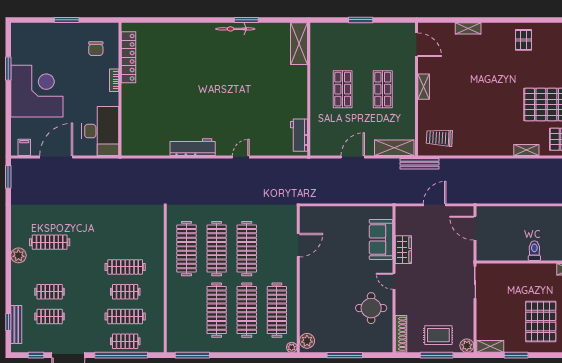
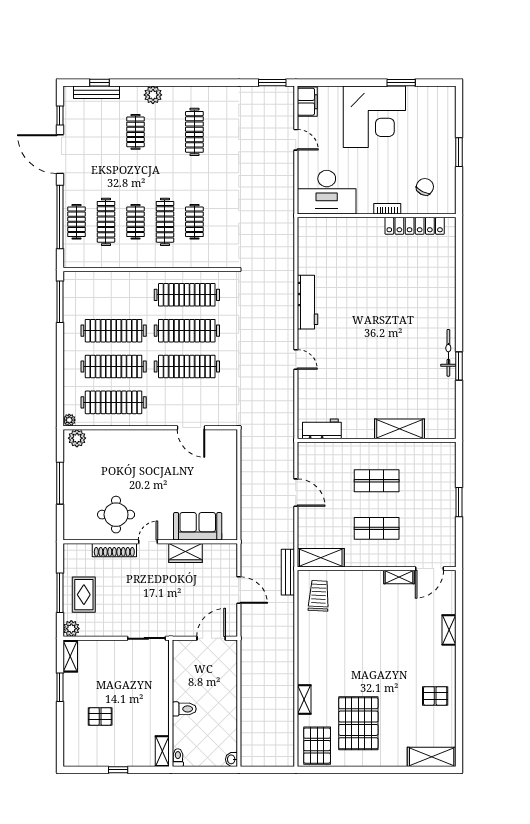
shelving: (299, 44) -> (400, 429), moved
chair: (96, 49) -> (425, 187), turned 116
shelving: (424, 87) -> (399, 577), moved
filing cabinet: (24, 147) -> (307, 102), width x2.00
shelving: (394, 148) -> (321, 558), moved, turned 90
door: (56, 157) -> (296, 140), width x0.53
plant: (18, 255) -> (153, 95), moved
clothes rail: (50, 316) -> (194, 222), moved
pallet: (541, 321) -> (100, 716), width x0.49, depth x0.50
shoe rack: (401, 334) -> (114, 550), moved

